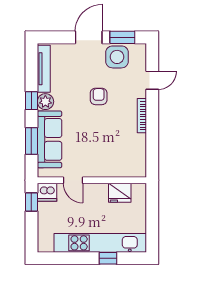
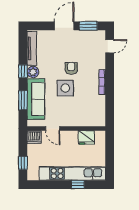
side table: (117, 57) -> (65, 88), moved
door: (152, 80) -> (110, 46), moved
window: (31, 202) -> (23, 163), moved

